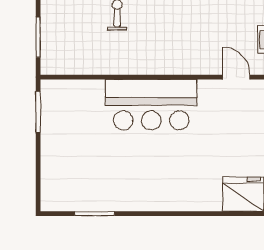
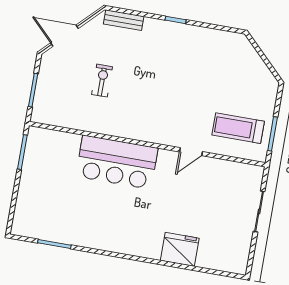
door: (236, 77) -> (191, 152), swing flipped

